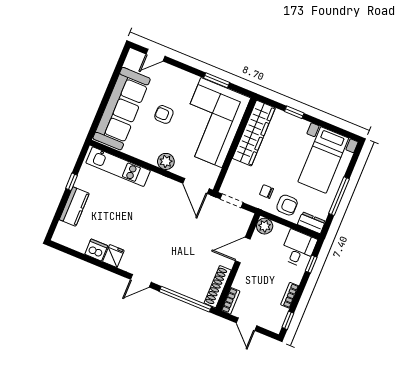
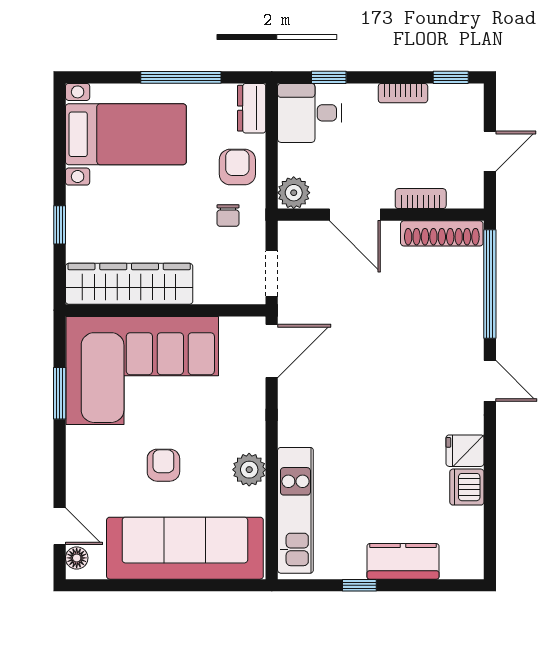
floor lamp: (138, 57) -> (77, 558), added
armchair: (164, 114) -> (163, 465), turned 180
plant: (166, 161) -> (249, 470), moved
bookcase: (231, 301) -> (421, 199), moved

